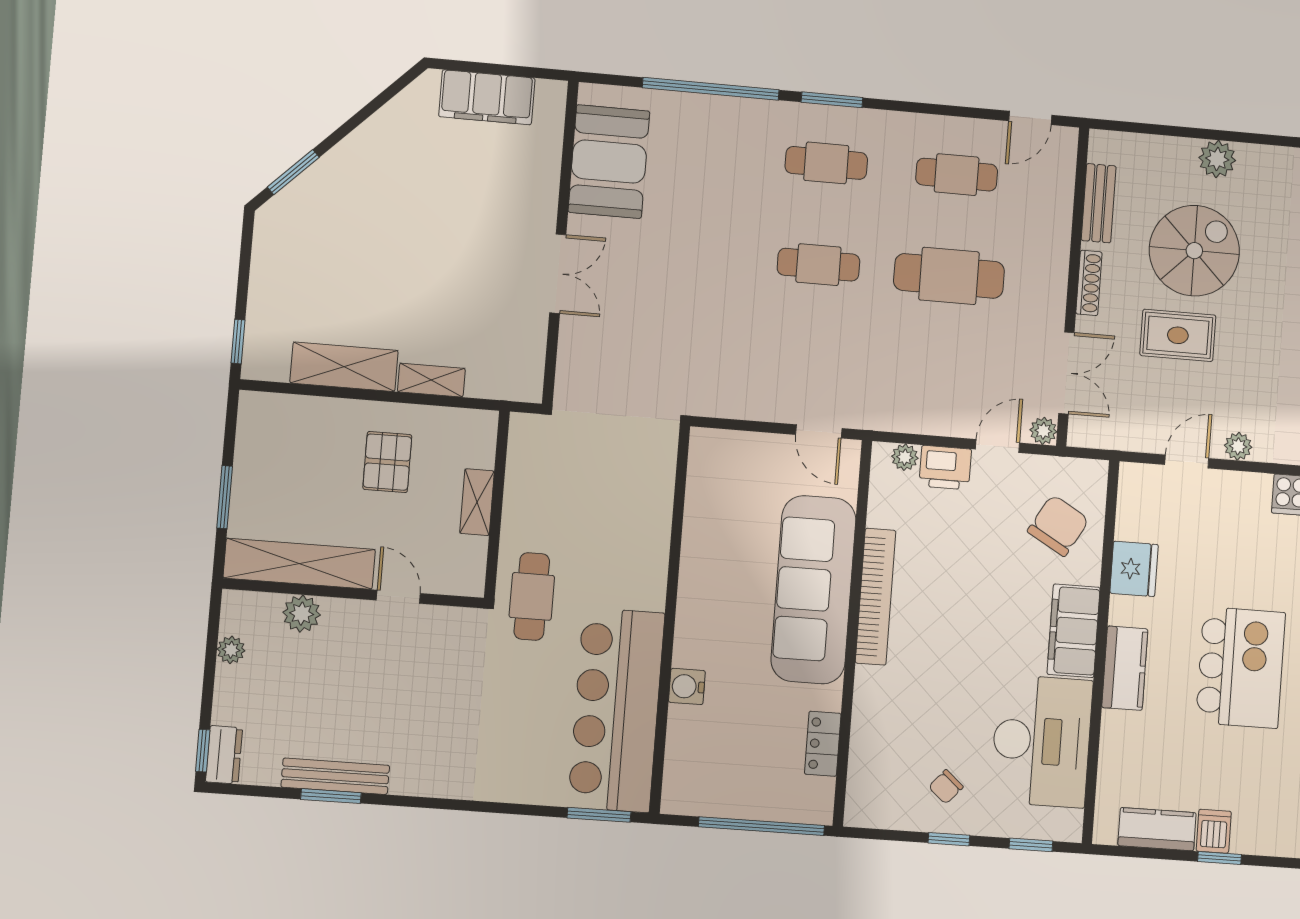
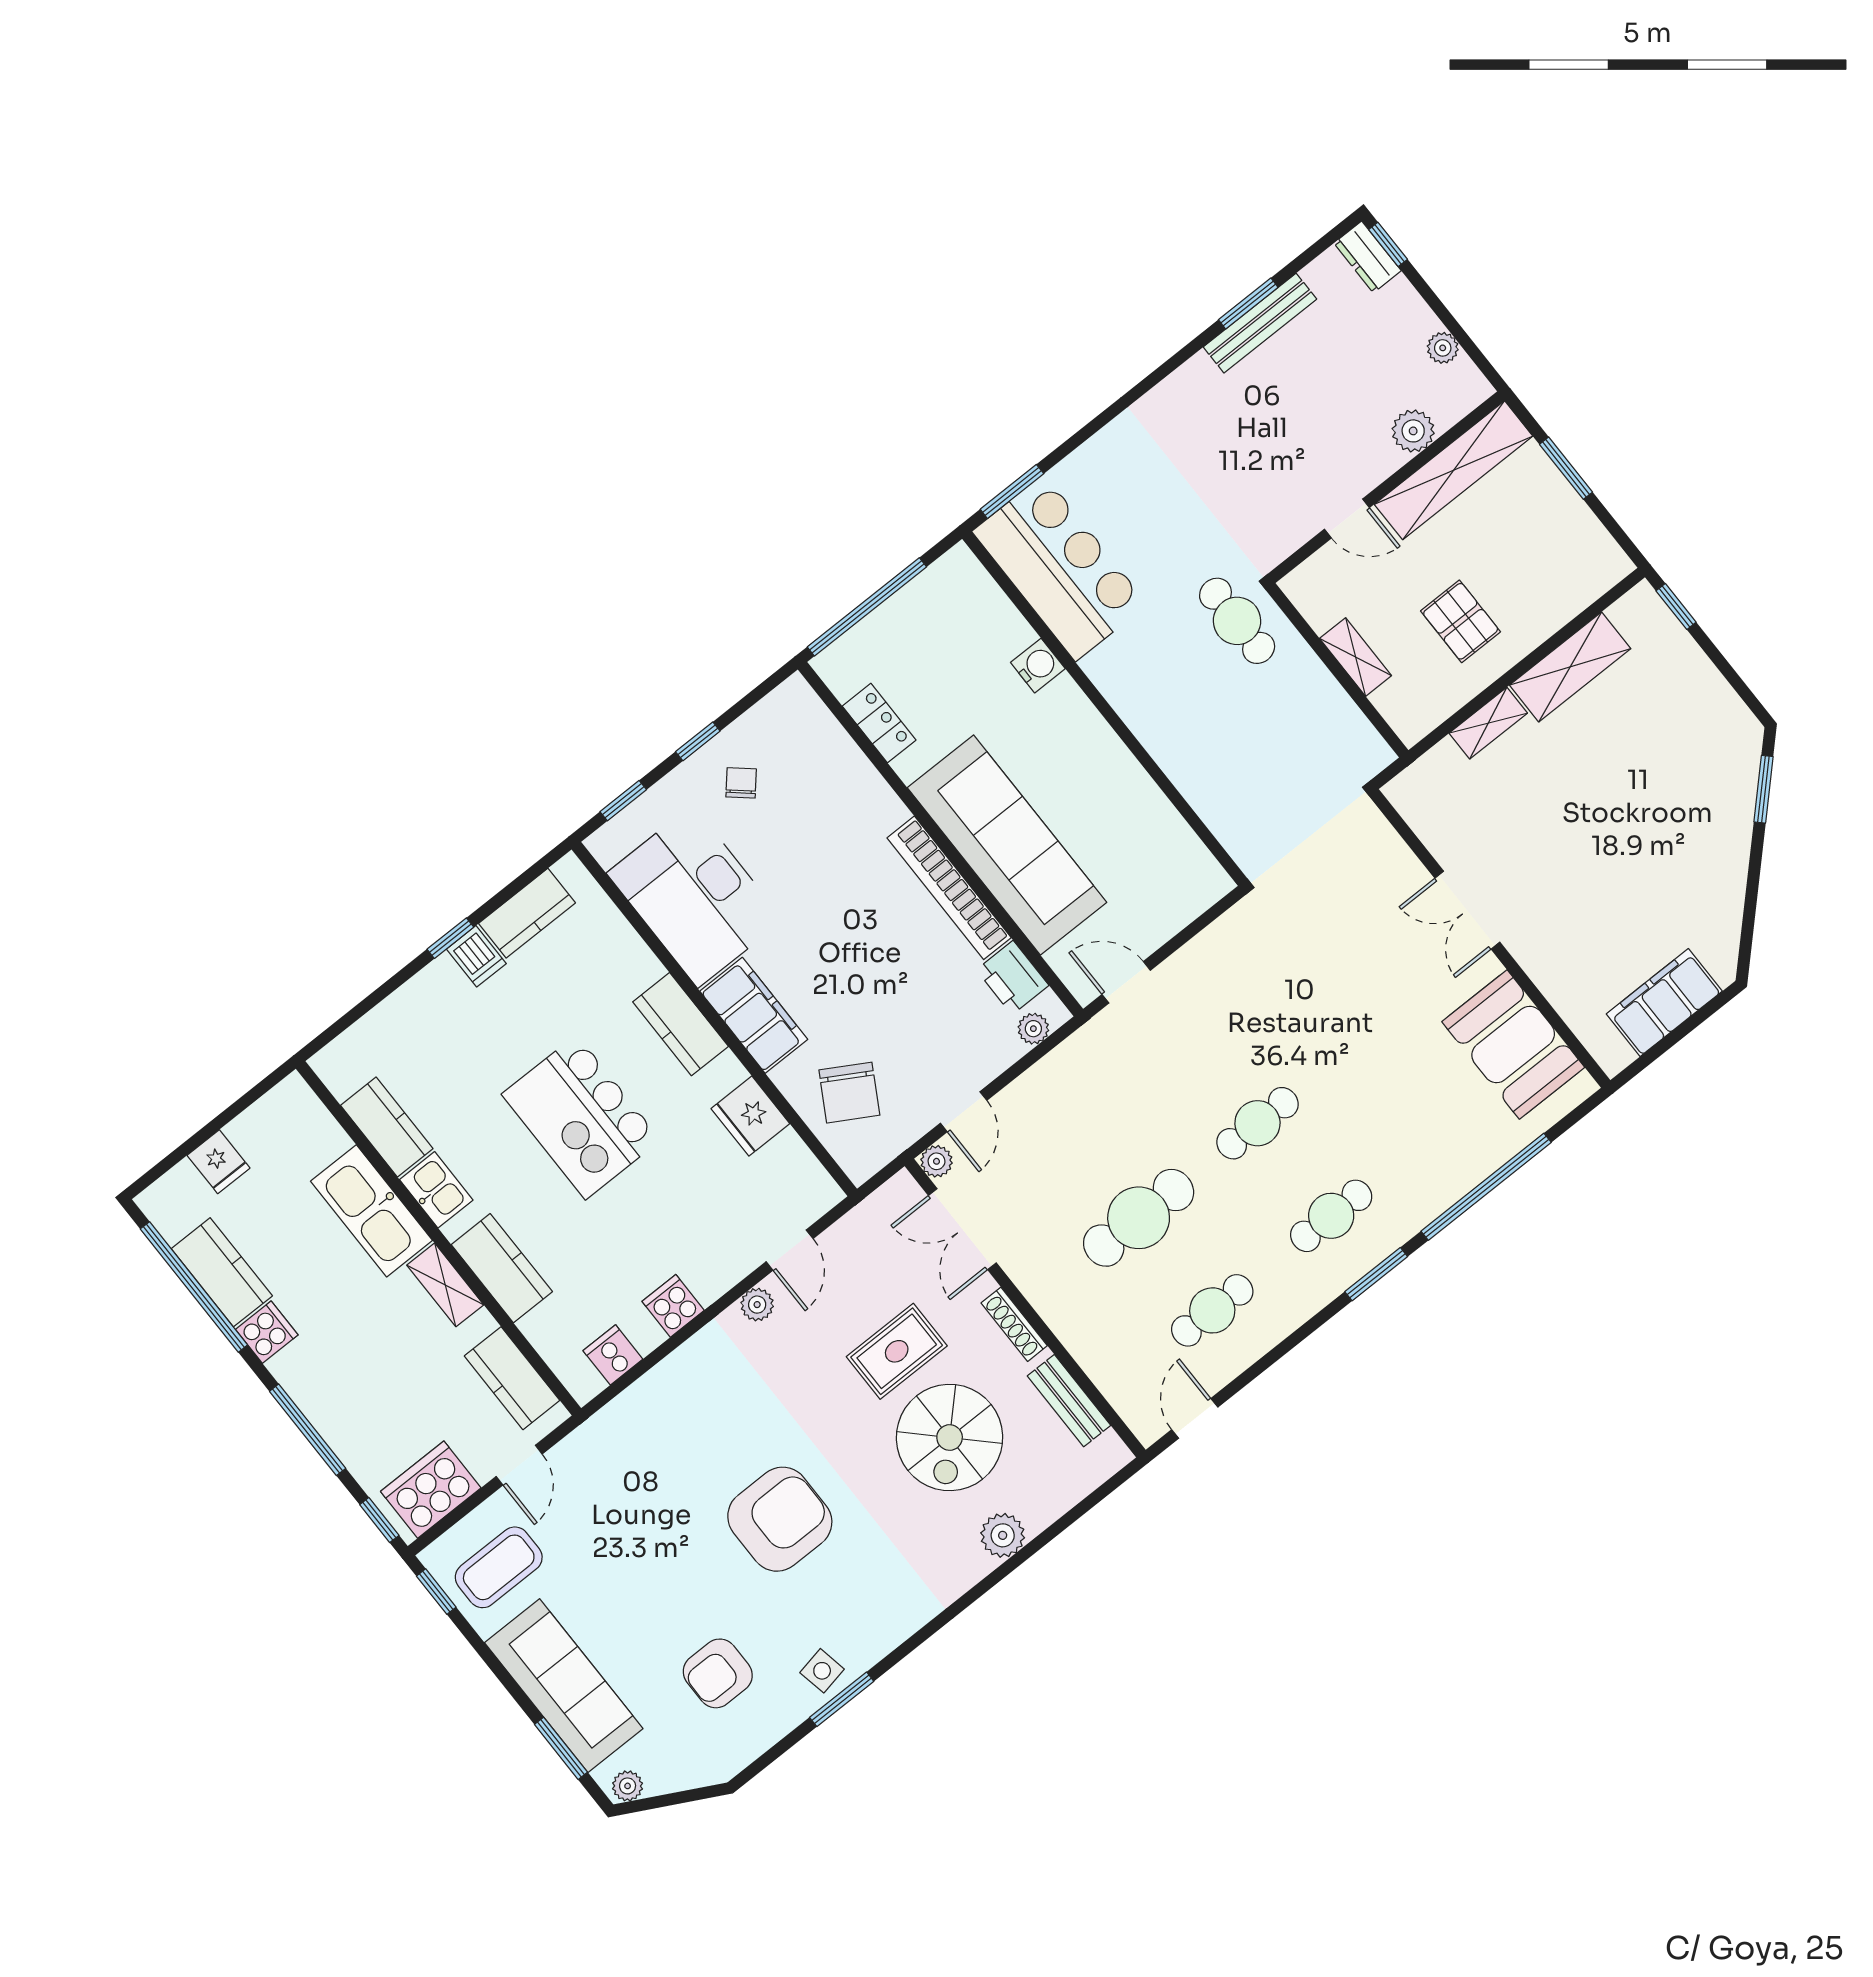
printer: (945, 468) -> (1013, 978), moved, turned -90
bar counter: (616, 710) -> (1060, 568), width x0.73

